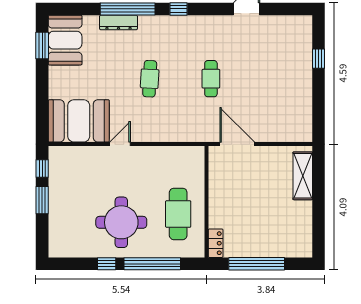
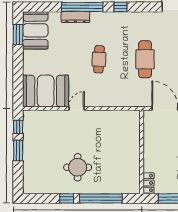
cafe table: (211, 79) -> (145, 59), width x1.37, depth x1.35
cafe table: (178, 214) -> (120, 161), removed
round table: (121, 222) -> (78, 167), width x0.73, depth x0.73

